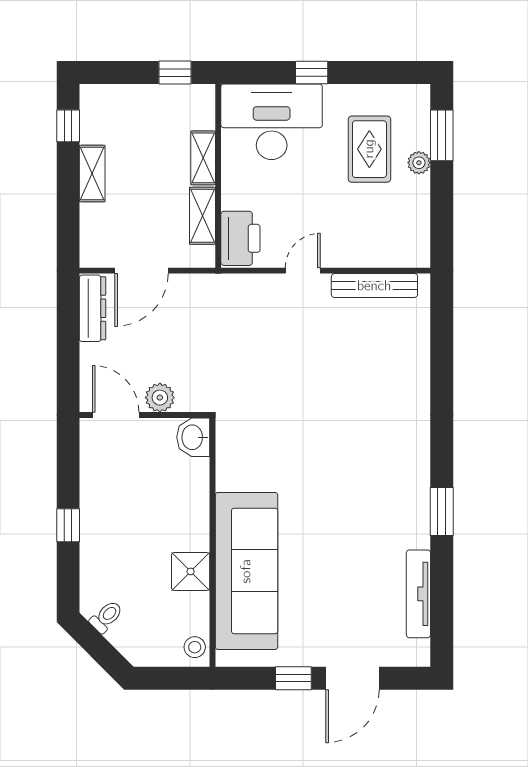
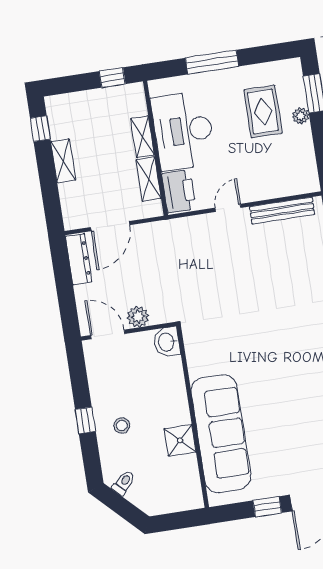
window: (312, 73) -> (212, 62), width x2.17
desk: (272, 122) -> (183, 131), moved, turned -90
stool: (195, 647) -> (122, 426), moved

